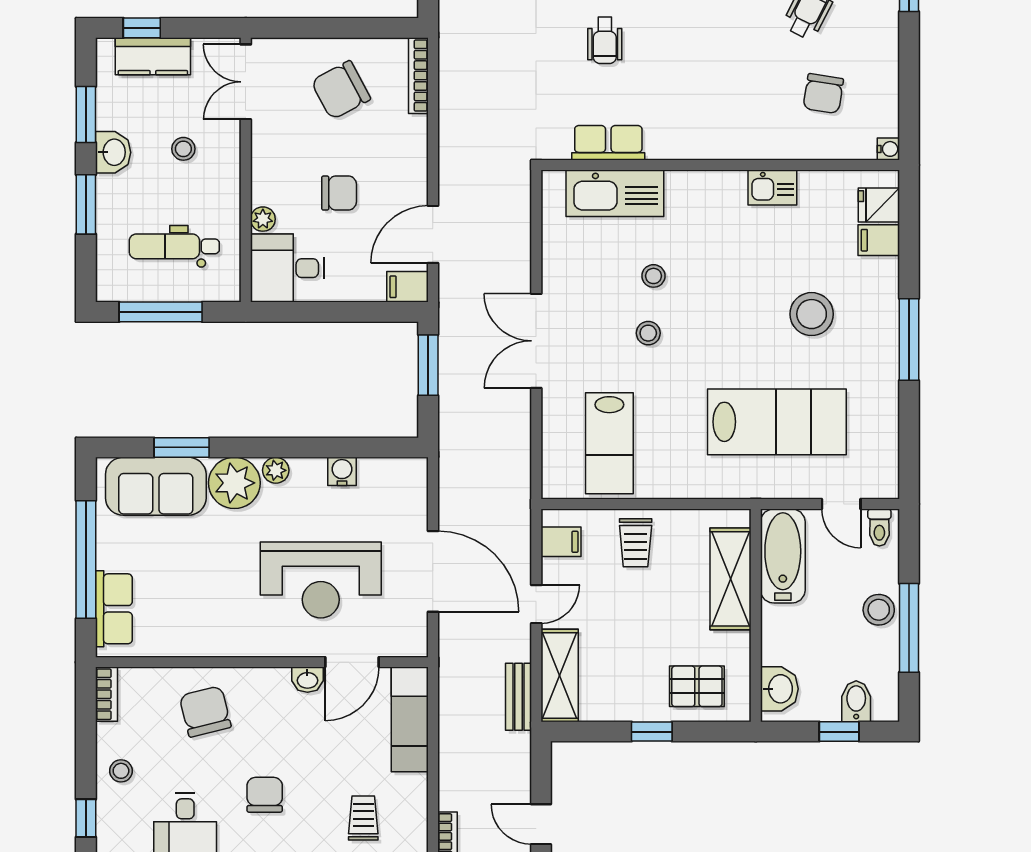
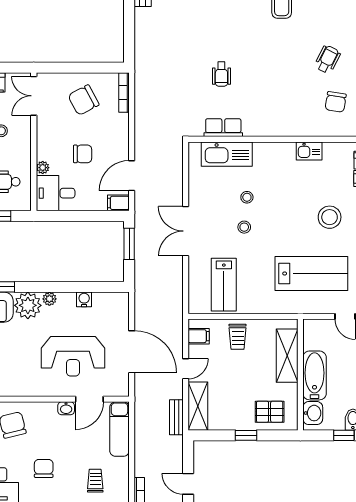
bathtub: (783, 556) -> (314, 375), moved

